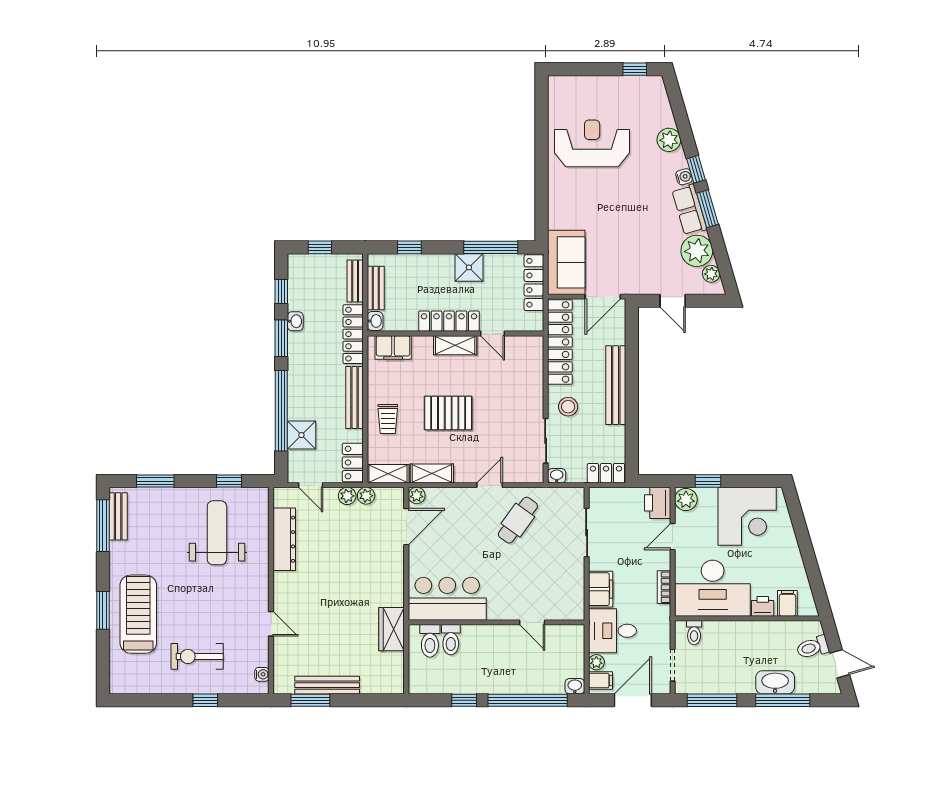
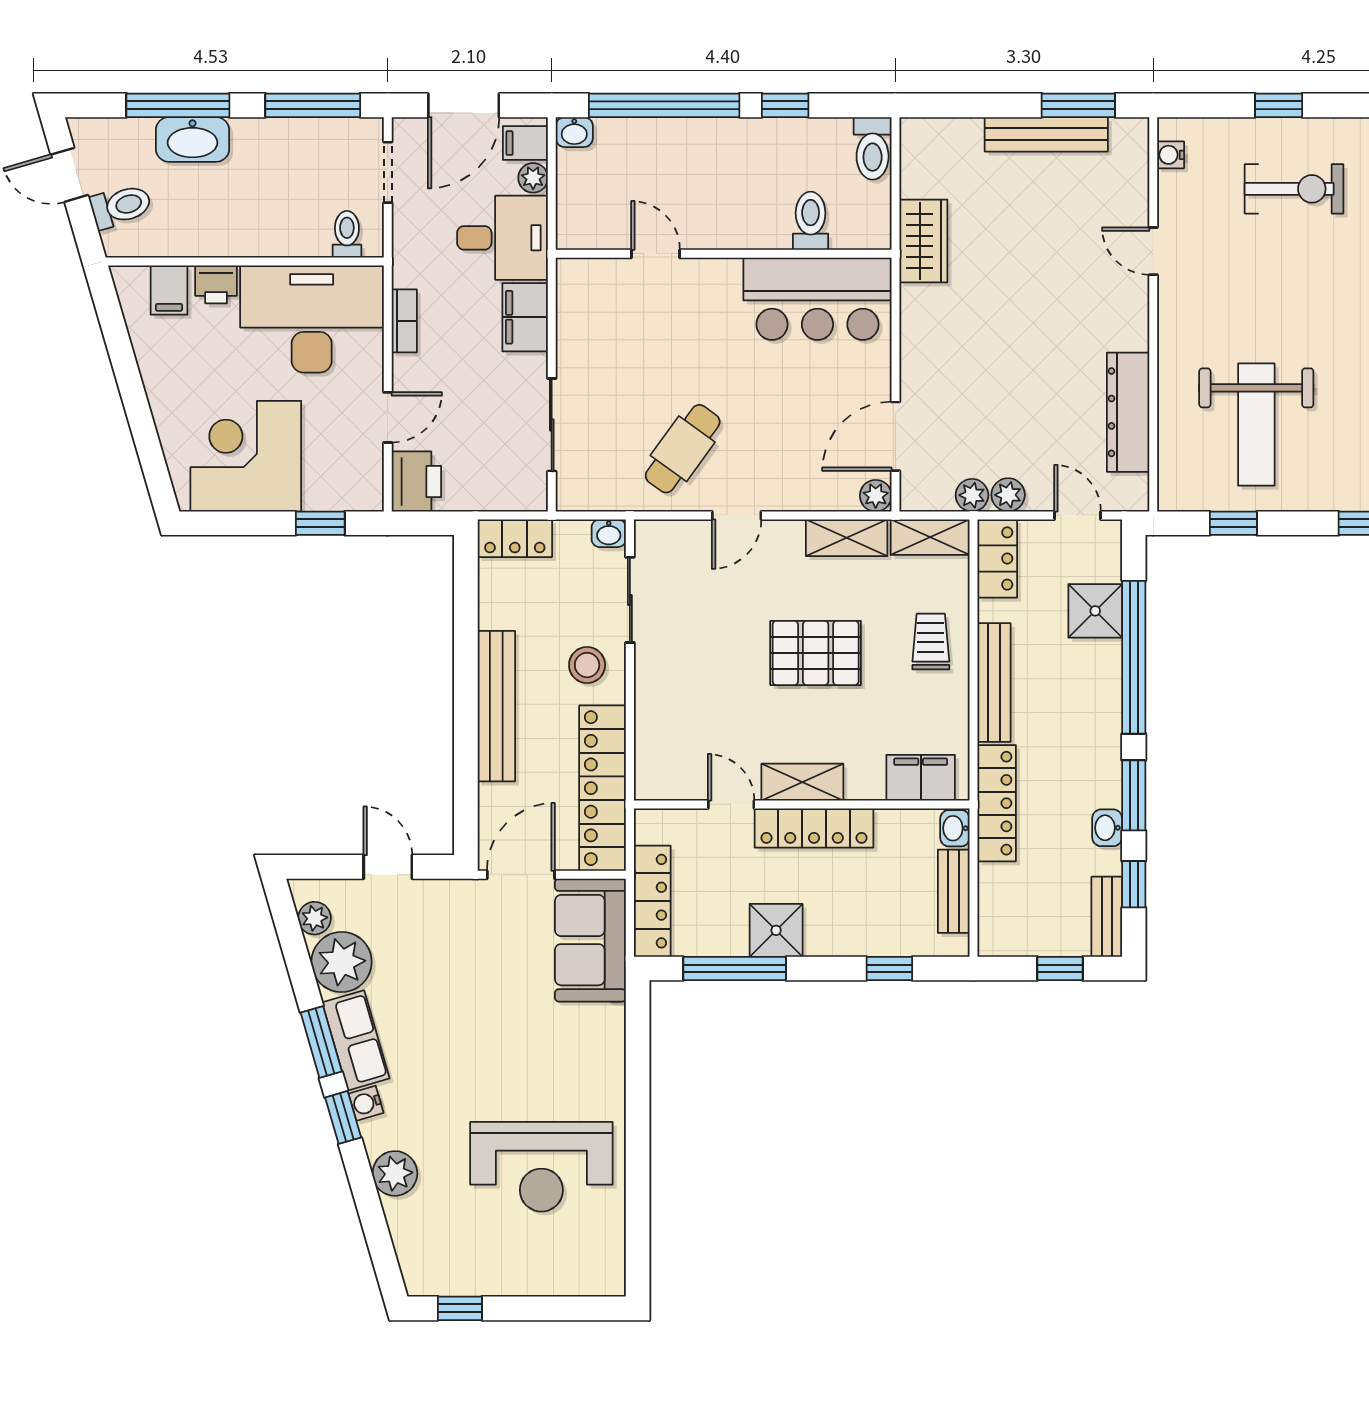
bench: (355, 281) -> (1107, 917), moved
plant: (686, 499) -> (362, 488), removed
toilet: (430, 641) -> (873, 148), moved, turned 180

